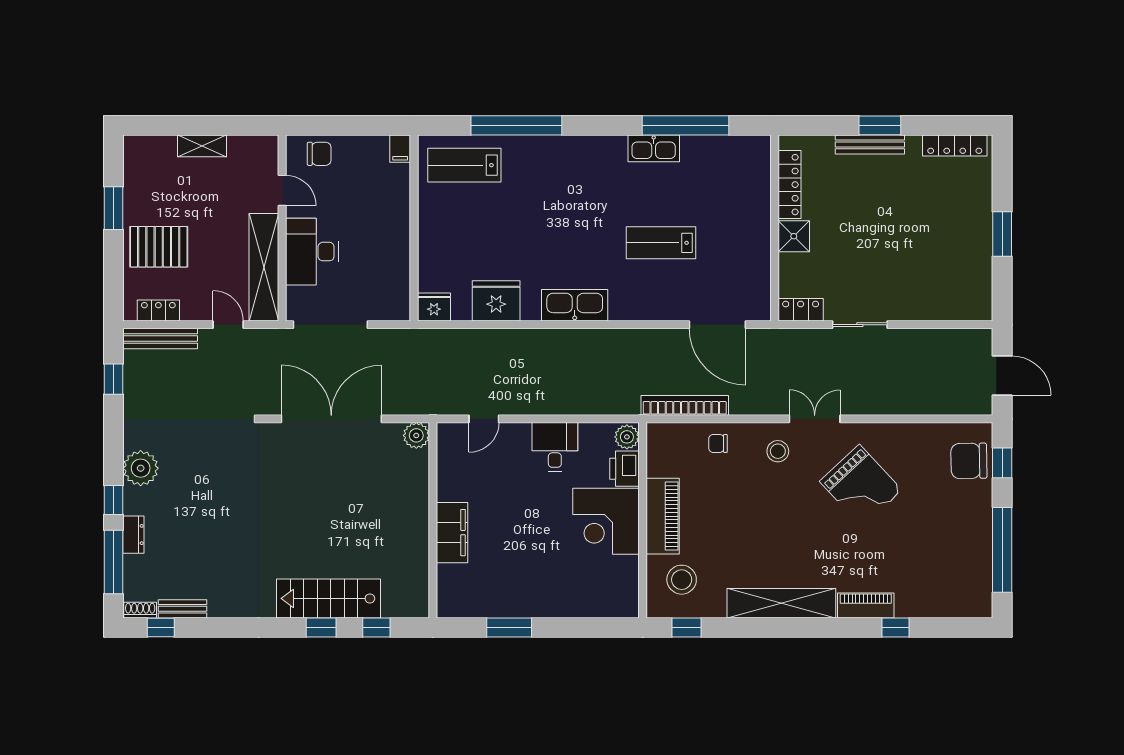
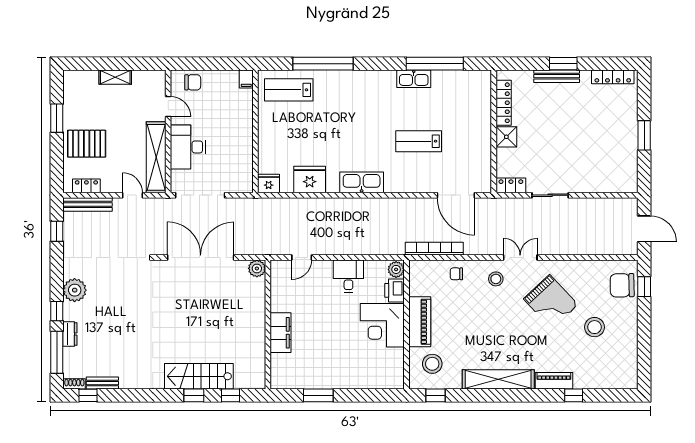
stool: (927, 524) -> (594, 327), added
window: (1002, 550) -> (644, 344), removed

